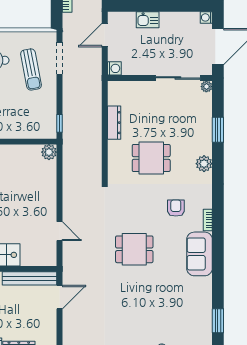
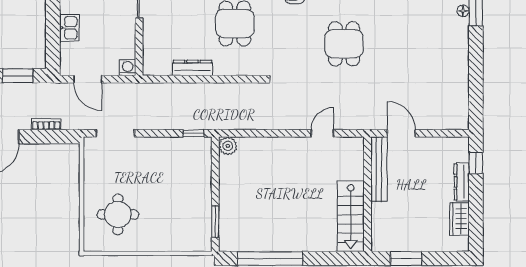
sun lounger: (31, 70) -> (129, 167), removed

